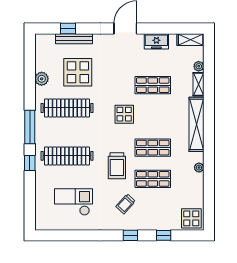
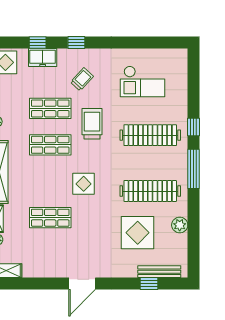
bench: (74, 39) -> (159, 272), moved
freezer: (156, 41) -> (43, 58), moved, turned 180

